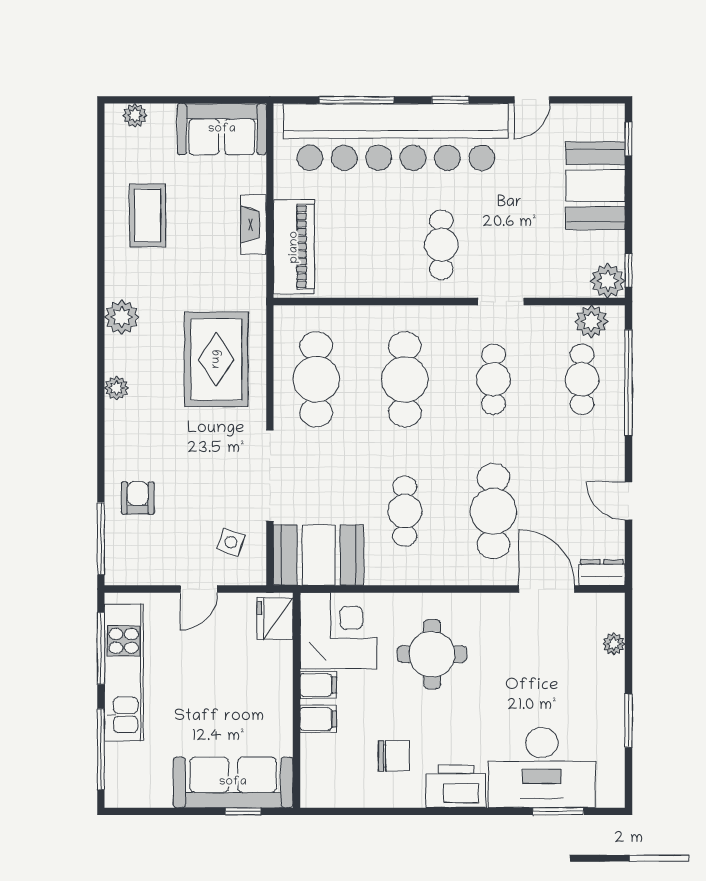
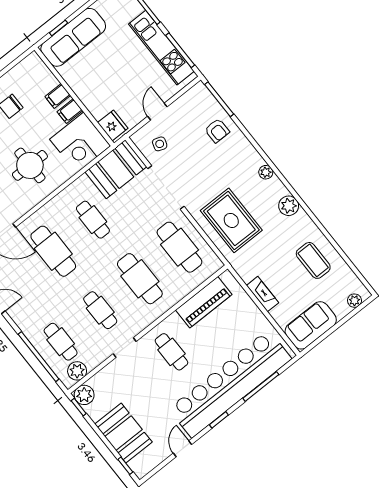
piano: (294, 247) -> (204, 302), moved, turned -90

